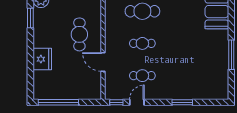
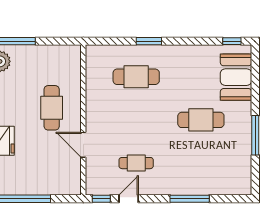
cafe table: (142, 43) -> (201, 120), moved, width x1.37, depth x1.35
window: (182, 102) -> (190, 199), width x1.44

